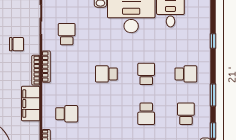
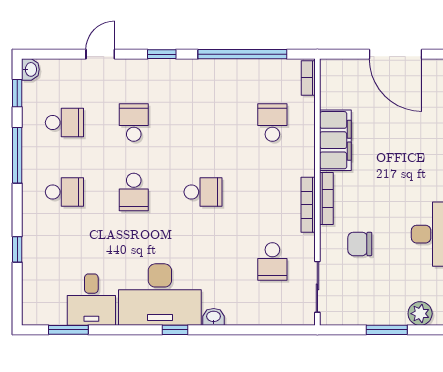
school desk: (186, 74) -> (64, 192), turned 180
window: (213, 95) -> (17, 155), width x1.44
school desk: (67, 114) -> (272, 123), turned 90
school desk: (186, 114) -> (64, 123), turned -90

